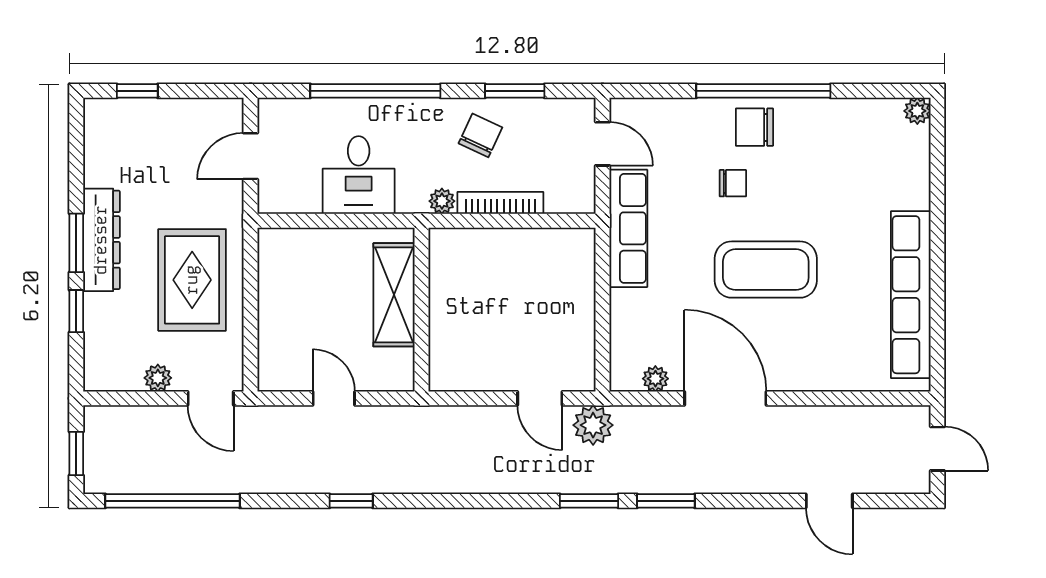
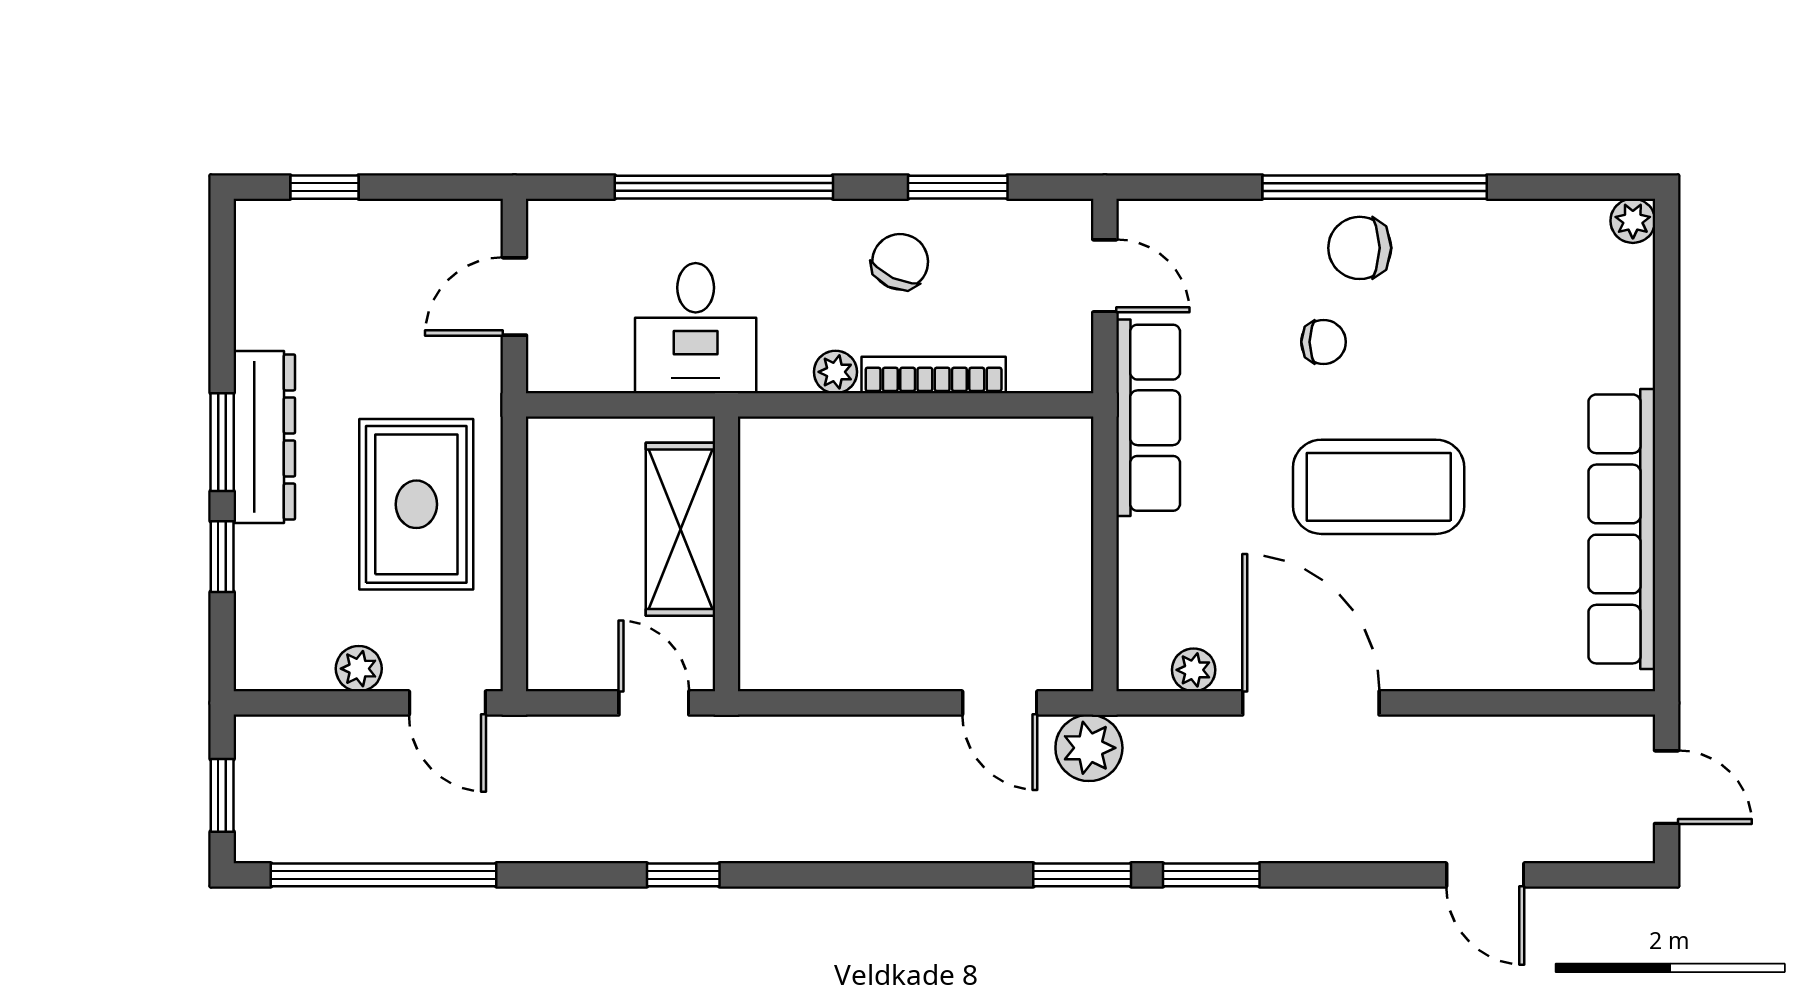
shelving: (394, 295) -> (680, 529), moved
wall: (421, 310) -> (727, 554), moved

